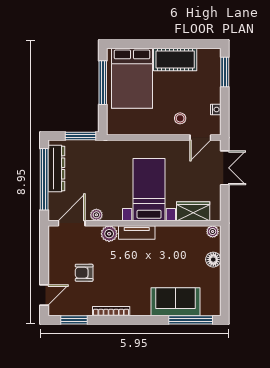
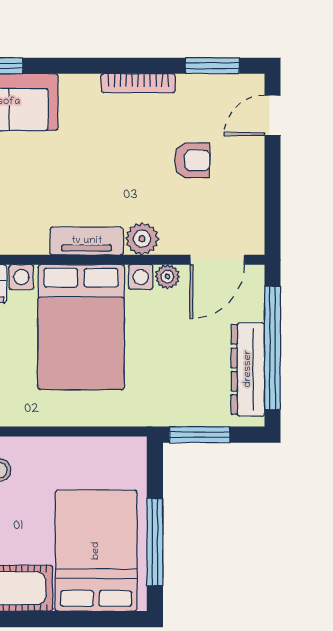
bed with nightstands: (149, 190) -> (81, 327), width x1.36

